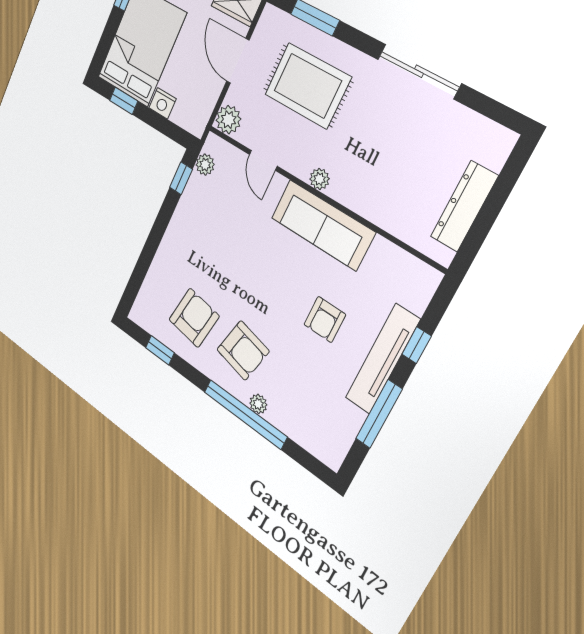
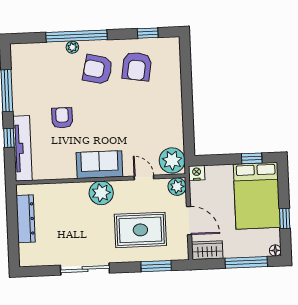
nightstand: (162, 103) -> (197, 173), moved
plant: (205, 165) -> (172, 160), width x1.88, depth x1.88
window: (181, 178) -> (189, 138), removed
plant: (320, 179) -> (101, 193), width x1.87, depth x1.87
sofa: (323, 225) -> (99, 165), width x0.73
tv unit: (382, 359) -> (22, 148), moved

